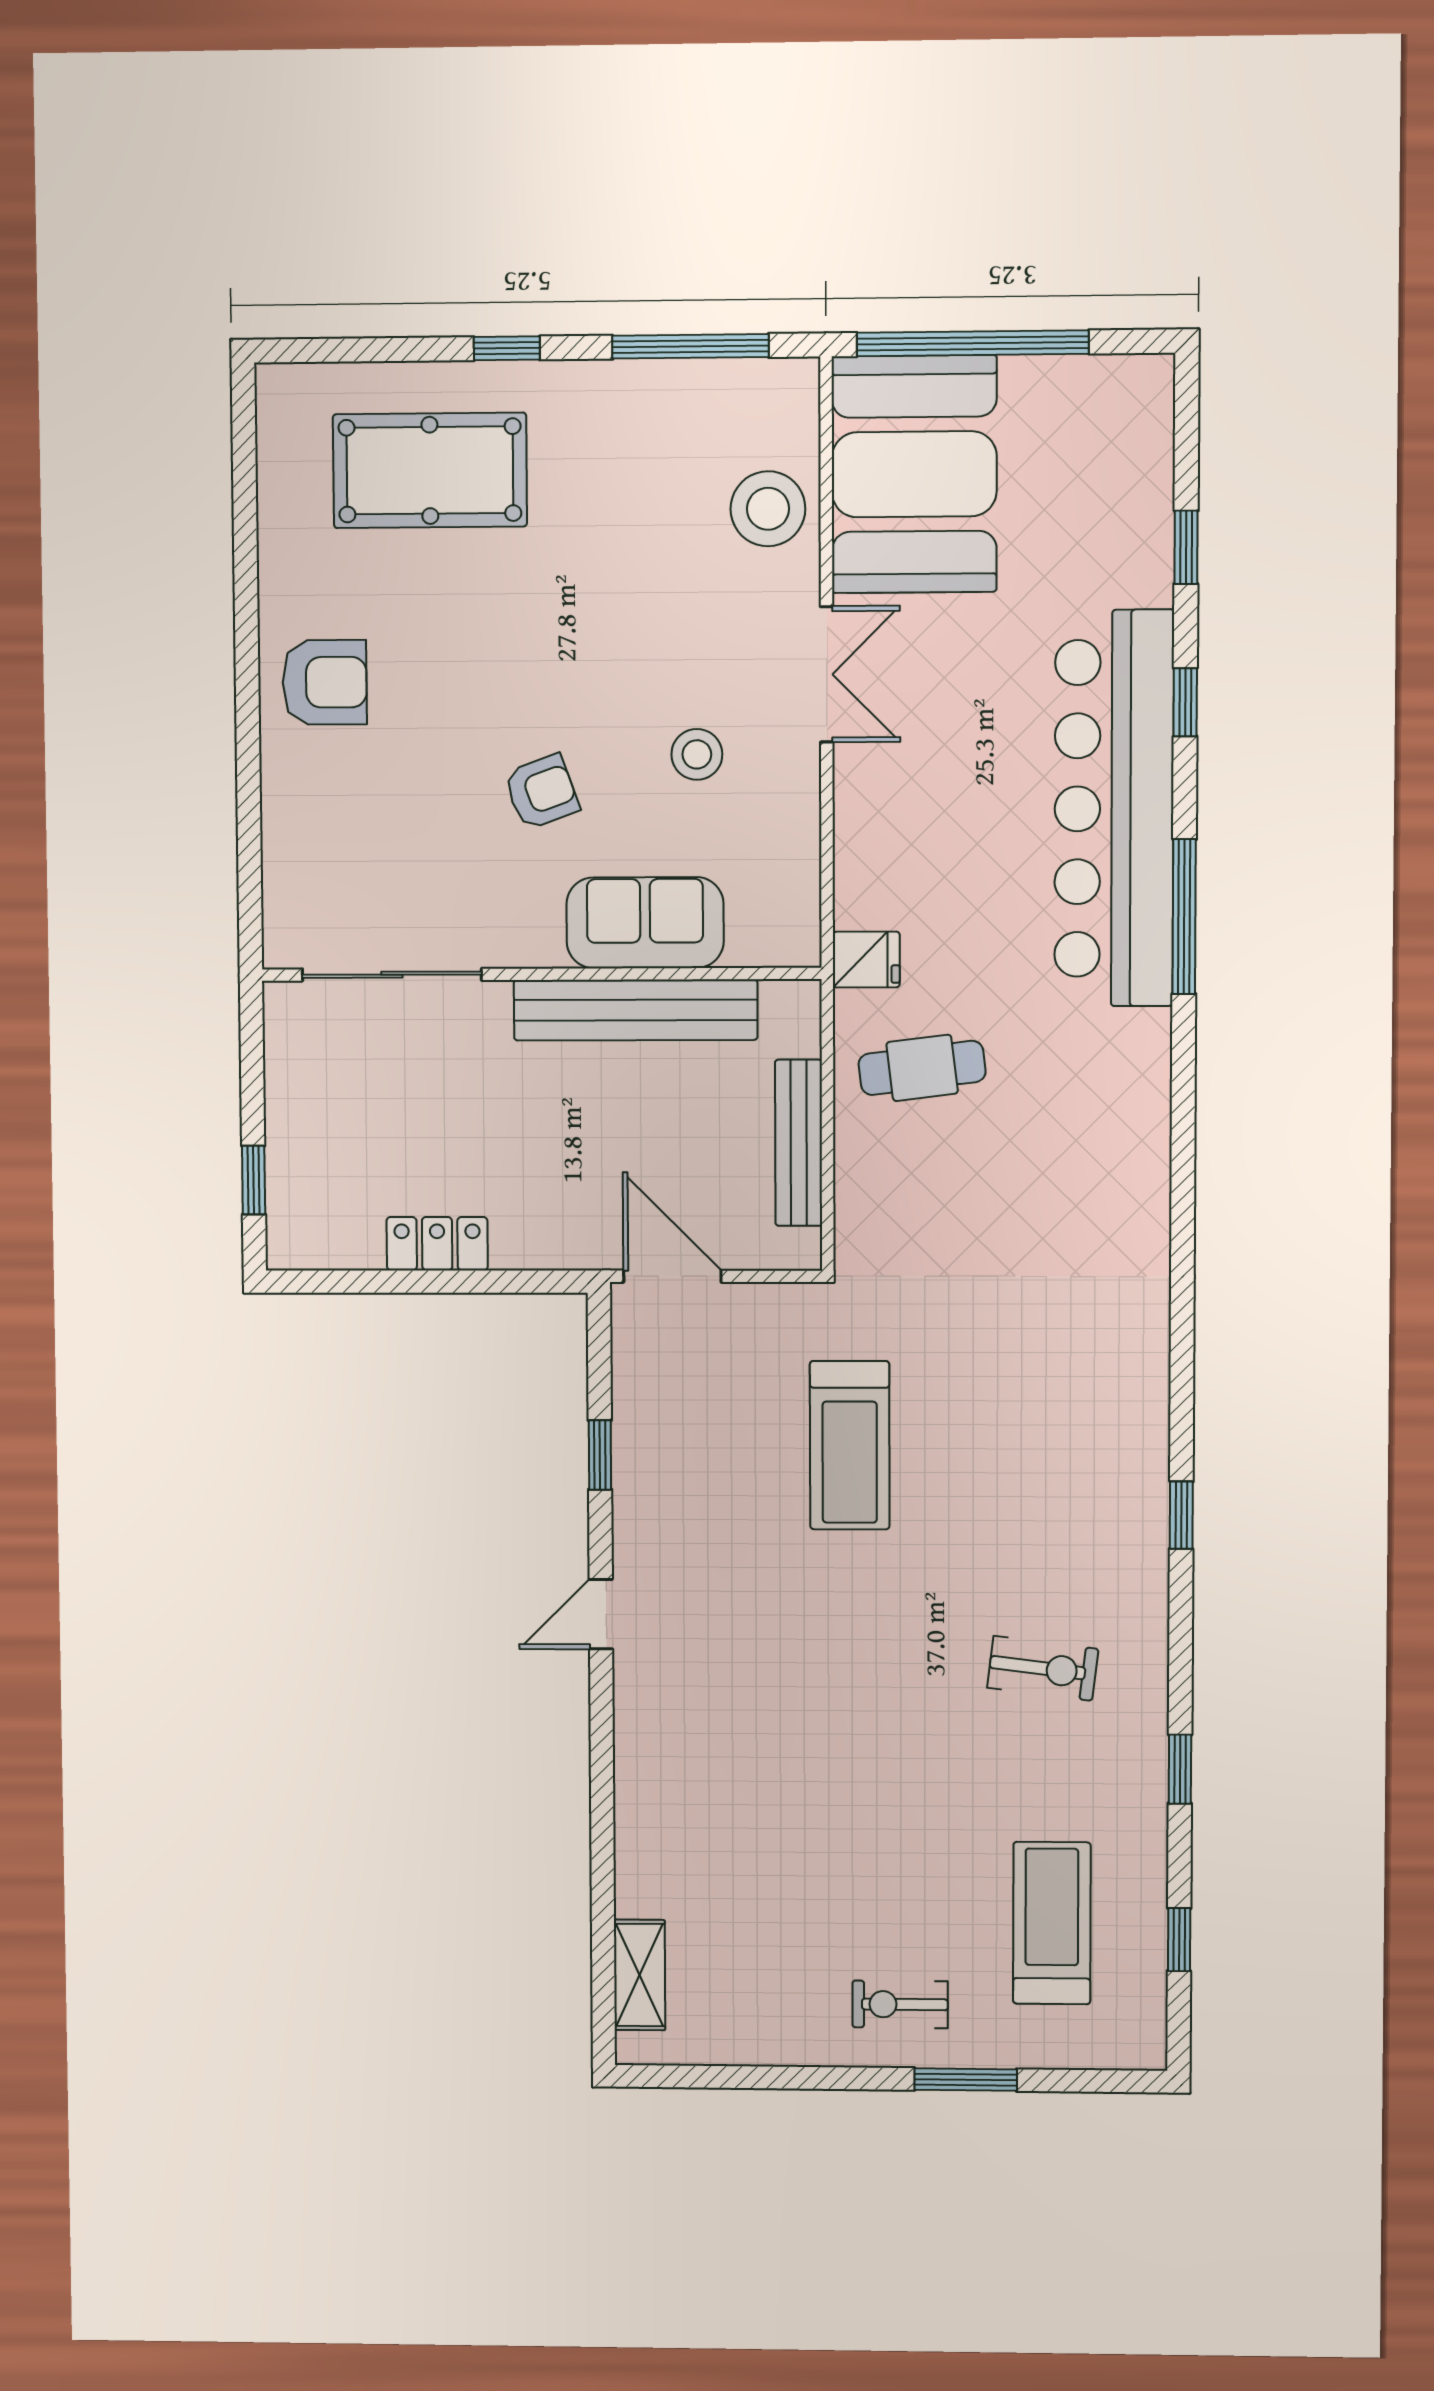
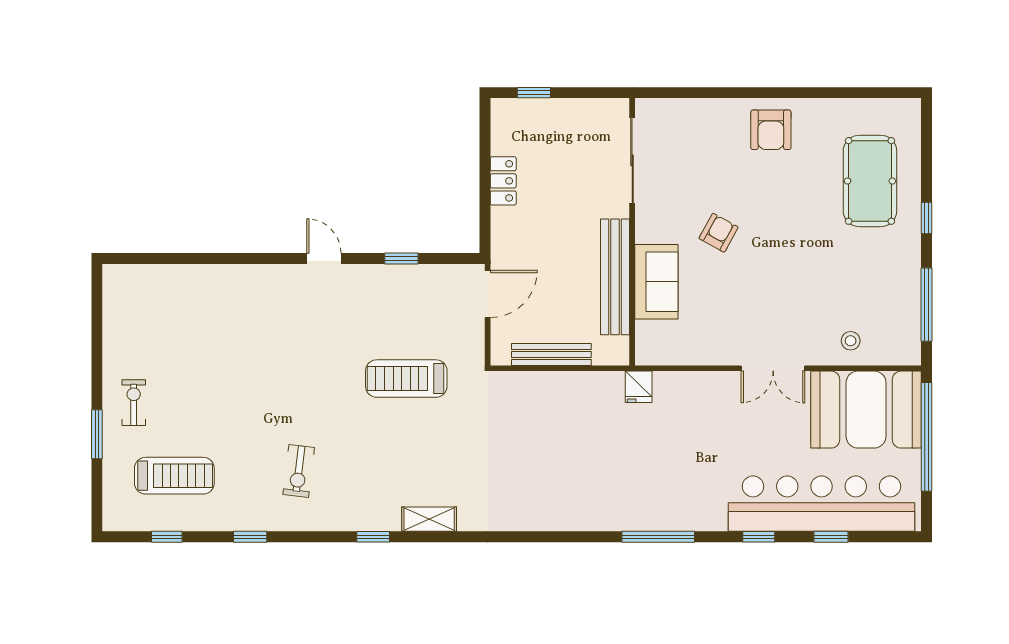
stool: (768, 509) -> (851, 341), width x0.53, depth x0.53
stool: (697, 754) -> (736, 307), removed
armchair: (541, 792) -> (719, 233), turned -131
bar counter: (1114, 809) -> (821, 504), moved
cafe table: (922, 1068) -> (587, 413), removed
shelving: (640, 1975) -> (429, 519), moved

